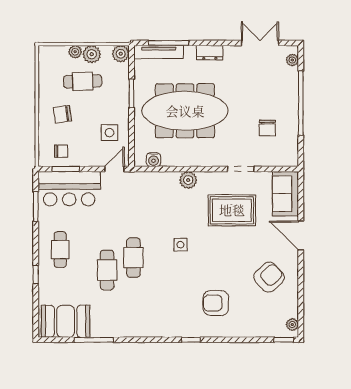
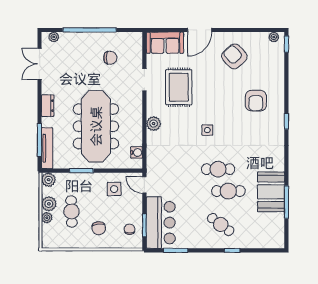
cafe table: (60, 250) -> (221, 224), moved, turned 37
booth: (66, 321) -> (271, 192), moved

